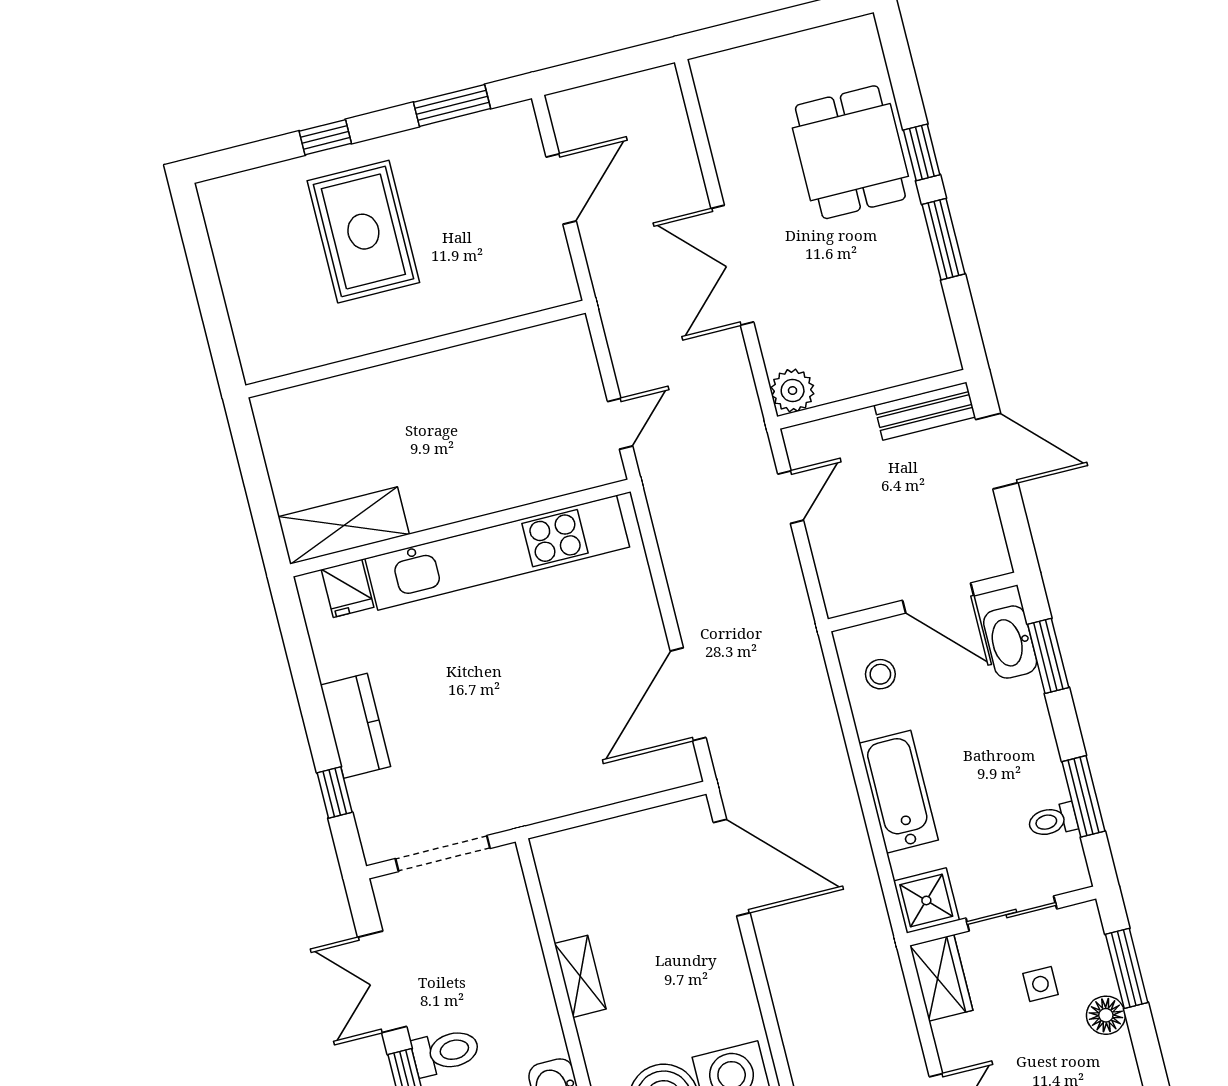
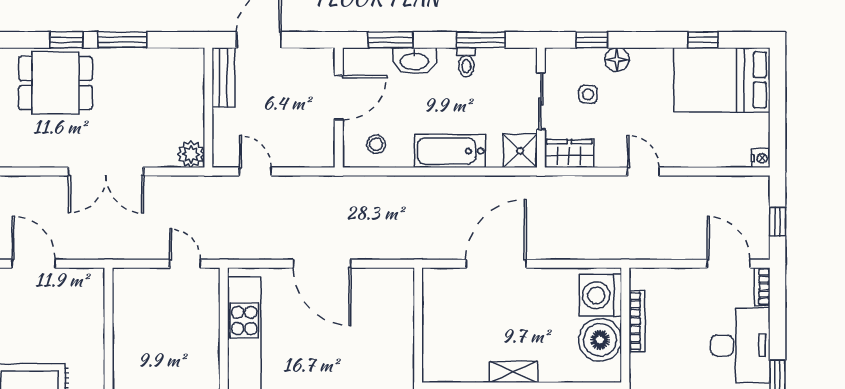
washbasin: (1010, 642) -> (414, 61), moved
door: (688, 694) -> (322, 264), moved
toilet: (1053, 821) -> (466, 62), moved
door: (732, 868) -> (496, 264), moved
window: (1127, 968) -> (592, 40), width x0.67

